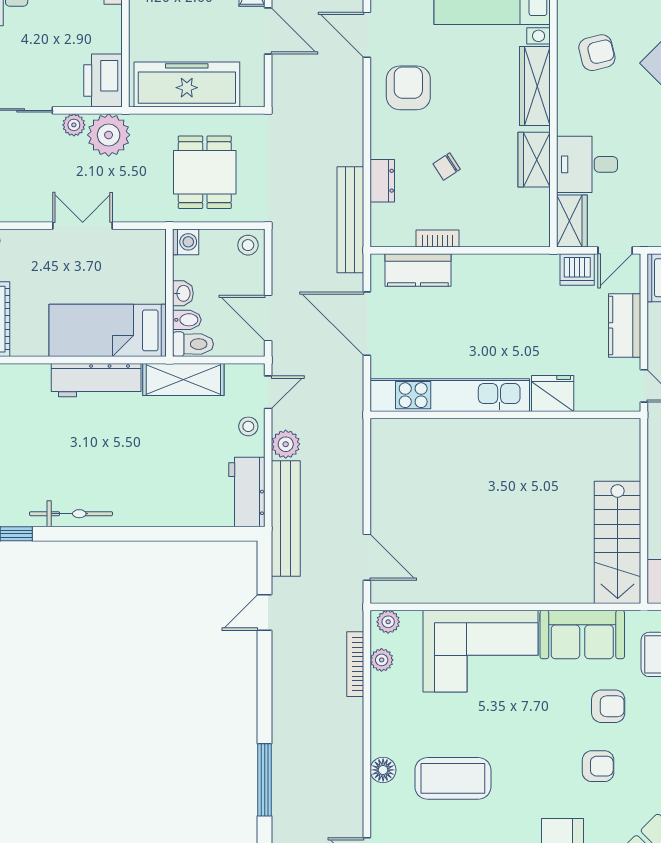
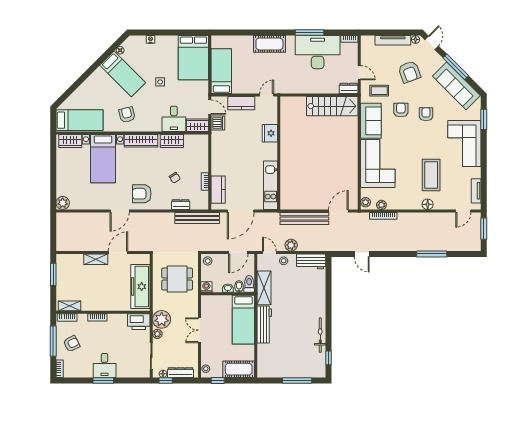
kitchen unit: (450, 395) -> (271, 185), width x0.73
bench: (286, 519) -> (304, 219), moved

